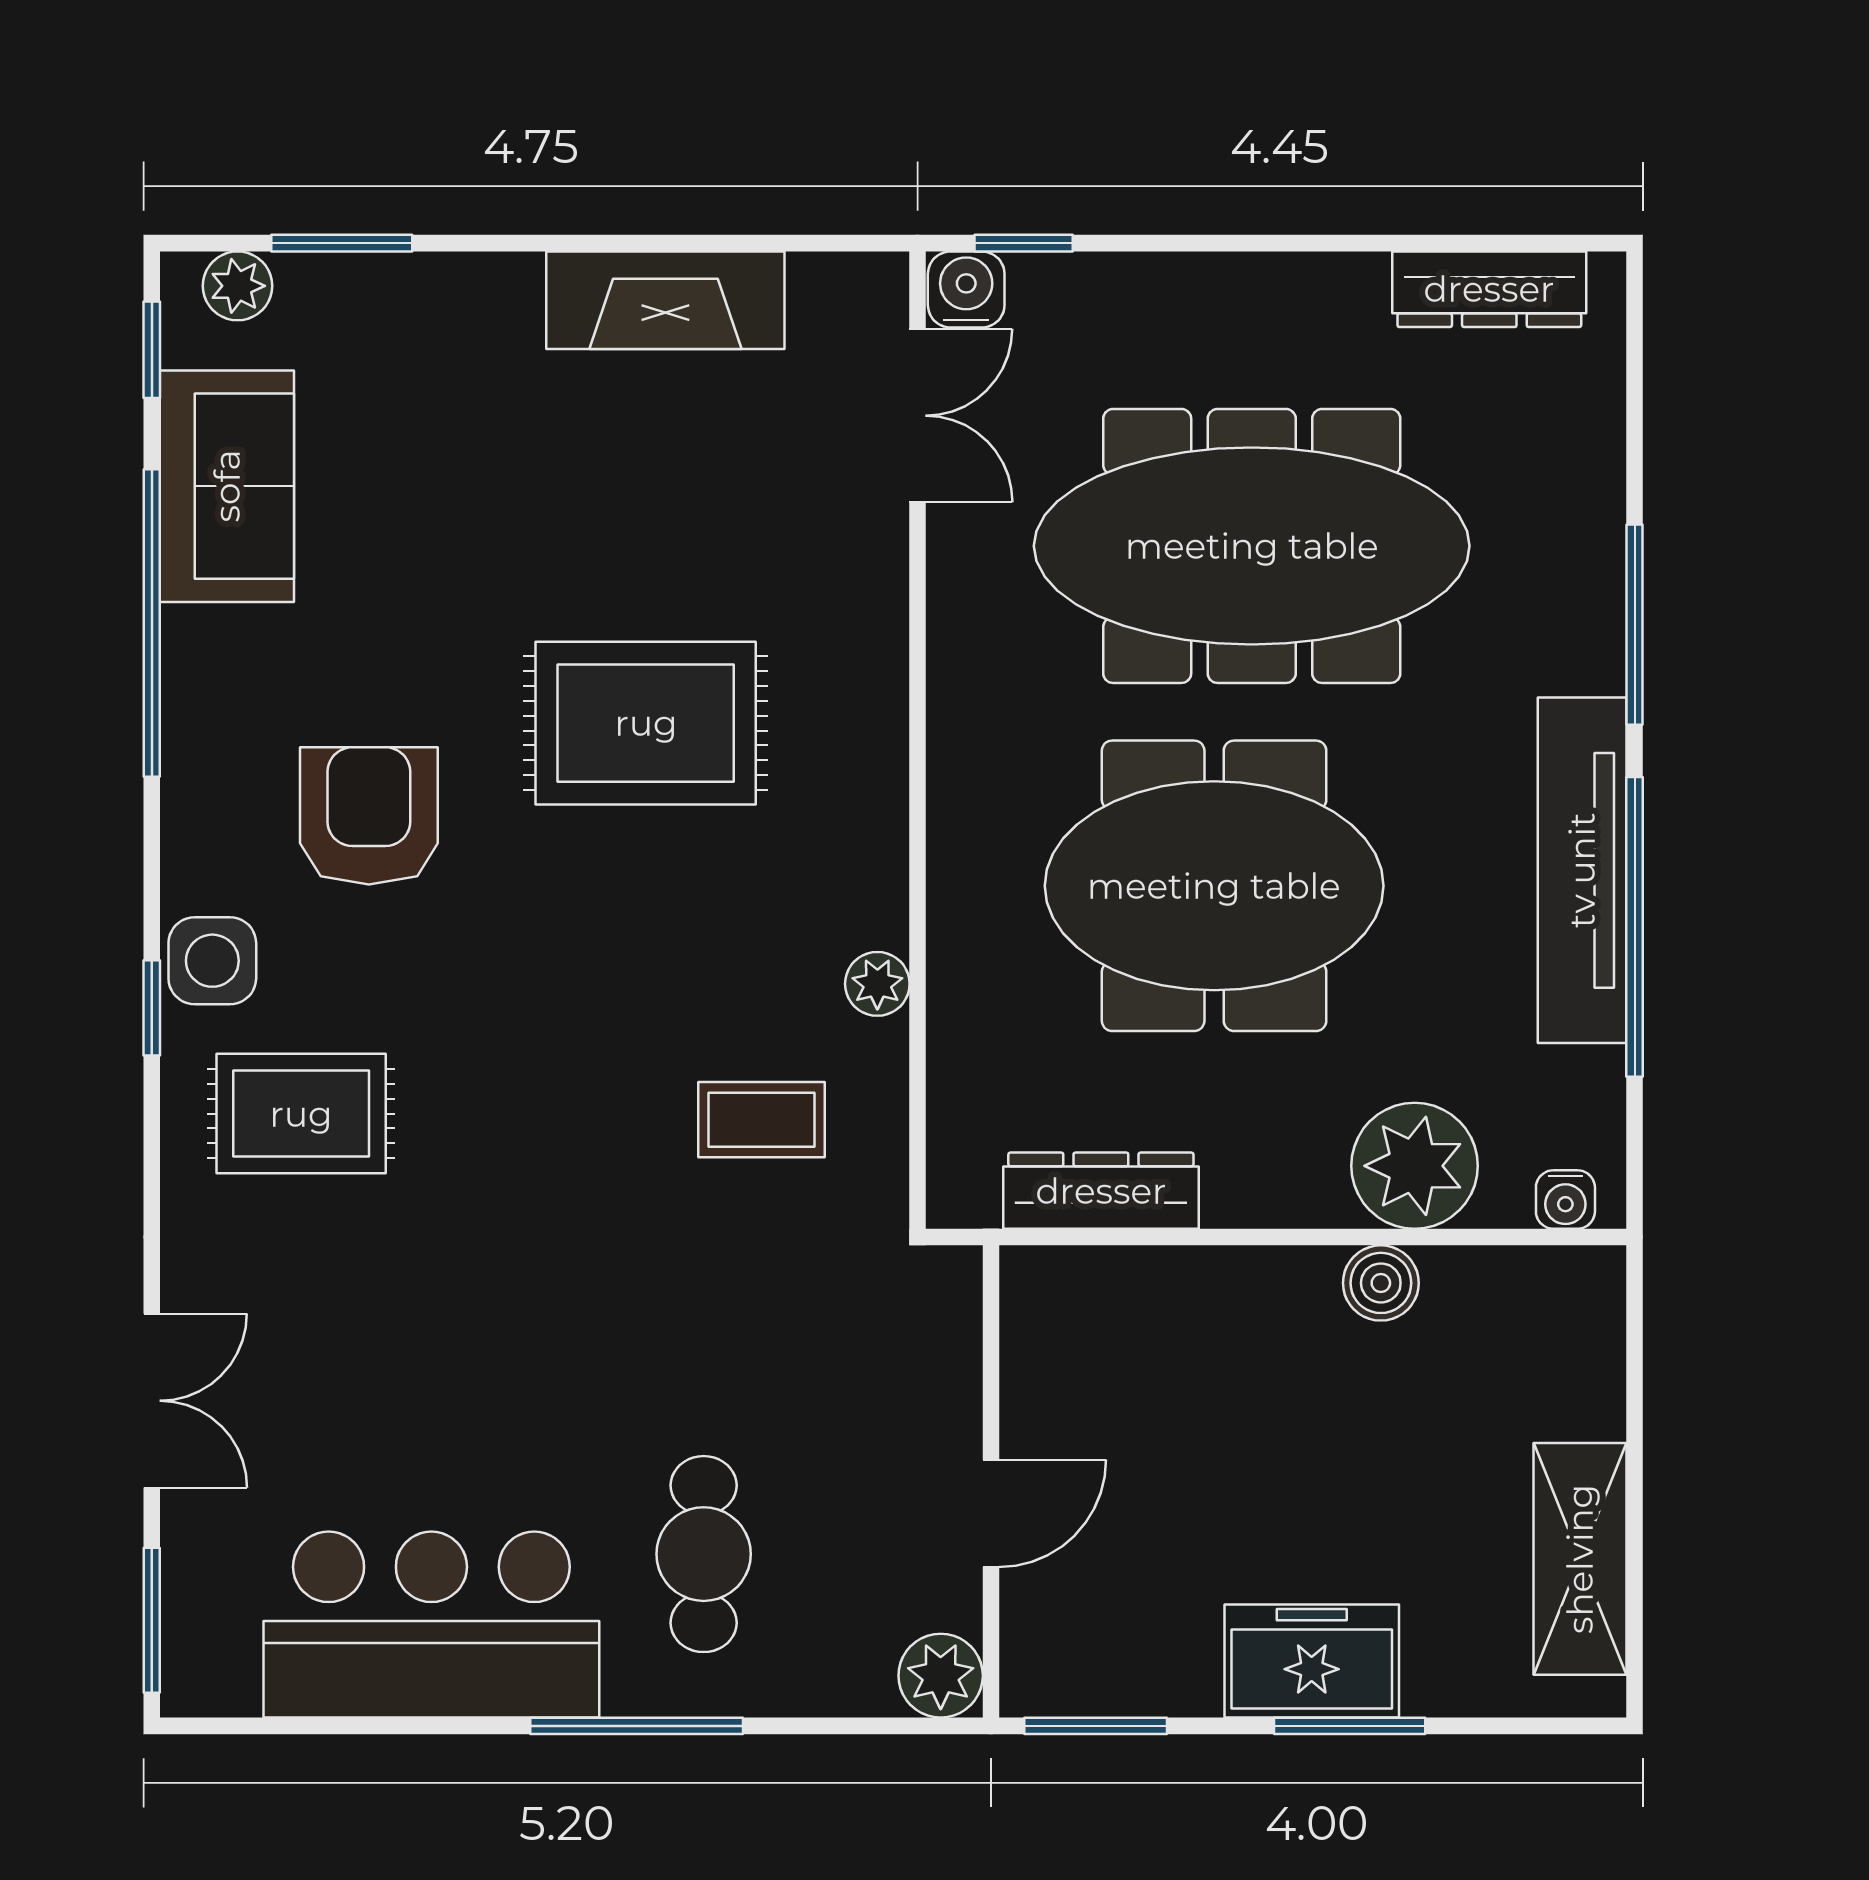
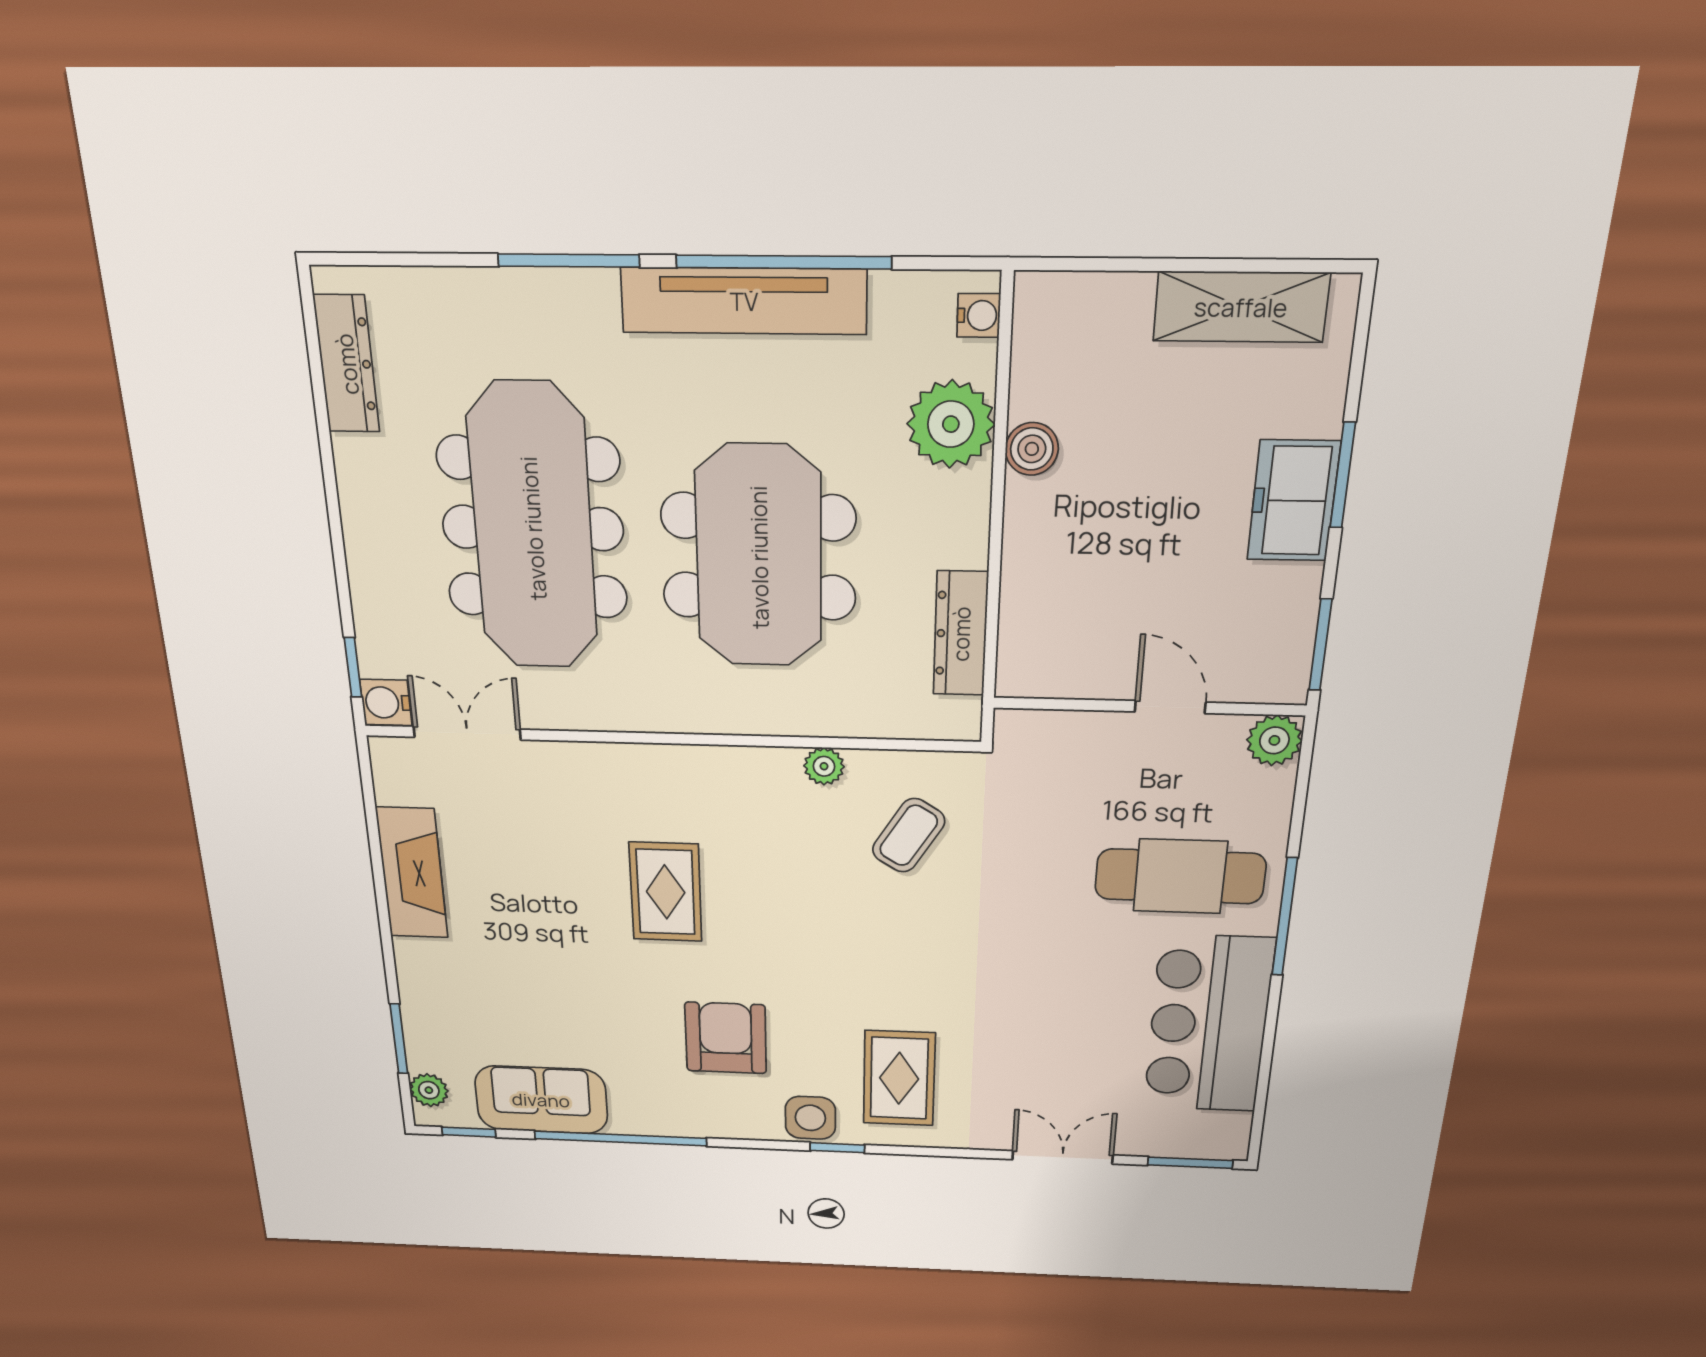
rug: (646, 723) -> (666, 892), width x0.73, depth x0.70
armchair: (369, 816) -> (726, 1038), turned 90
coffee table: (762, 1120) -> (909, 835), turned 32
cafe table: (704, 1554) -> (1180, 876), width x1.37, depth x1.35

